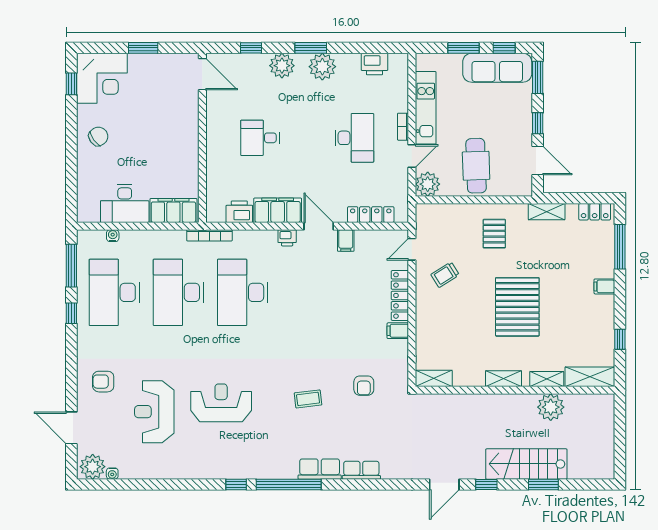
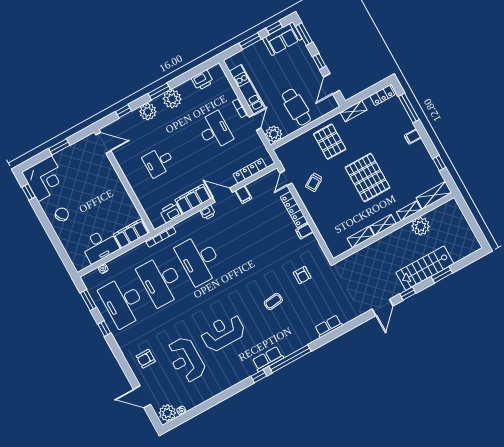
sofa: (497, 68) -> (282, 39), width x0.73
door: (538, 161) -> (331, 84), swing flipped
pallet: (494, 234) -> (330, 142), width x1.50, depth x1.42
window: (71, 266) -> (88, 300), width x0.69
shelving: (434, 378) -> (361, 237), moved
row of seats: (320, 469) -> (268, 359), moved

